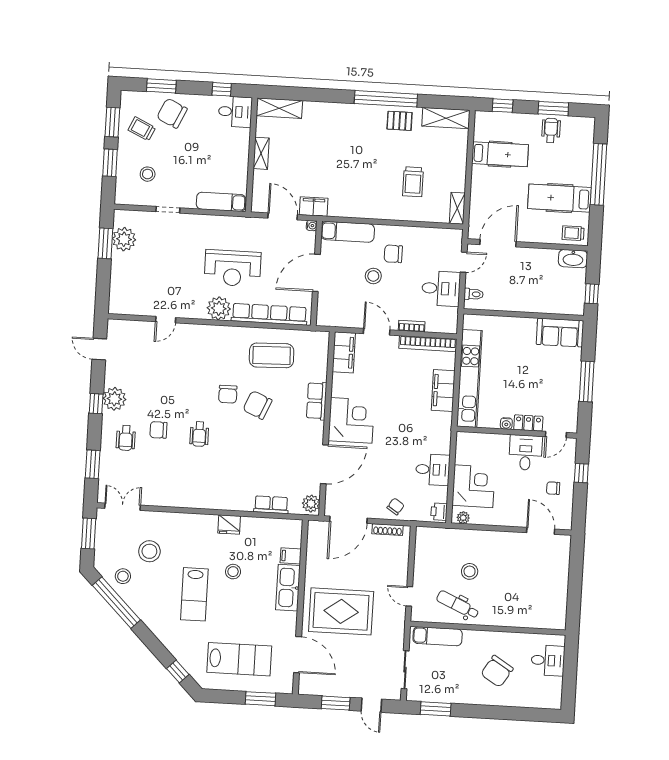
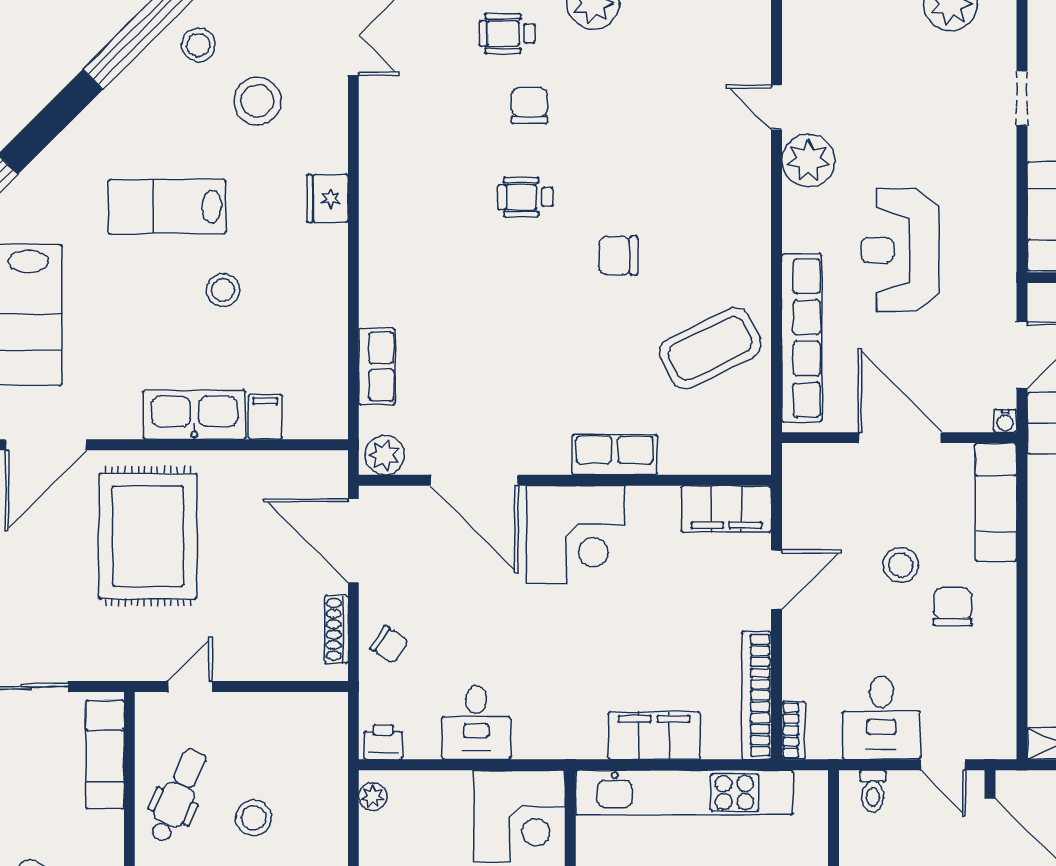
plant: (219, 308) -> (808, 160), moved
bookcase: (412, 326) -> (794, 730), moved
coffee table: (272, 355) -> (710, 348), turned 66
chair: (257, 405) -> (598, 323), removed
corner desk: (474, 486) -> (519, 816), moved
fridge: (229, 525) -> (327, 198), moved

